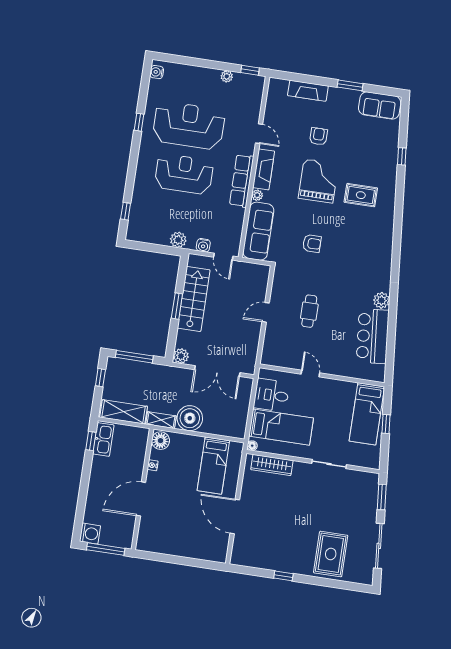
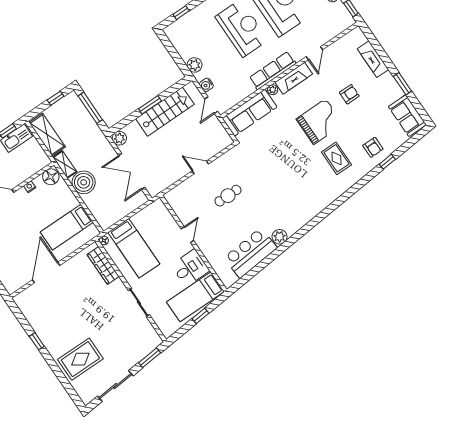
armchair: (312, 243) -> (373, 147), moved
desk: (271, 395) -> (190, 268), moved, turned 90

